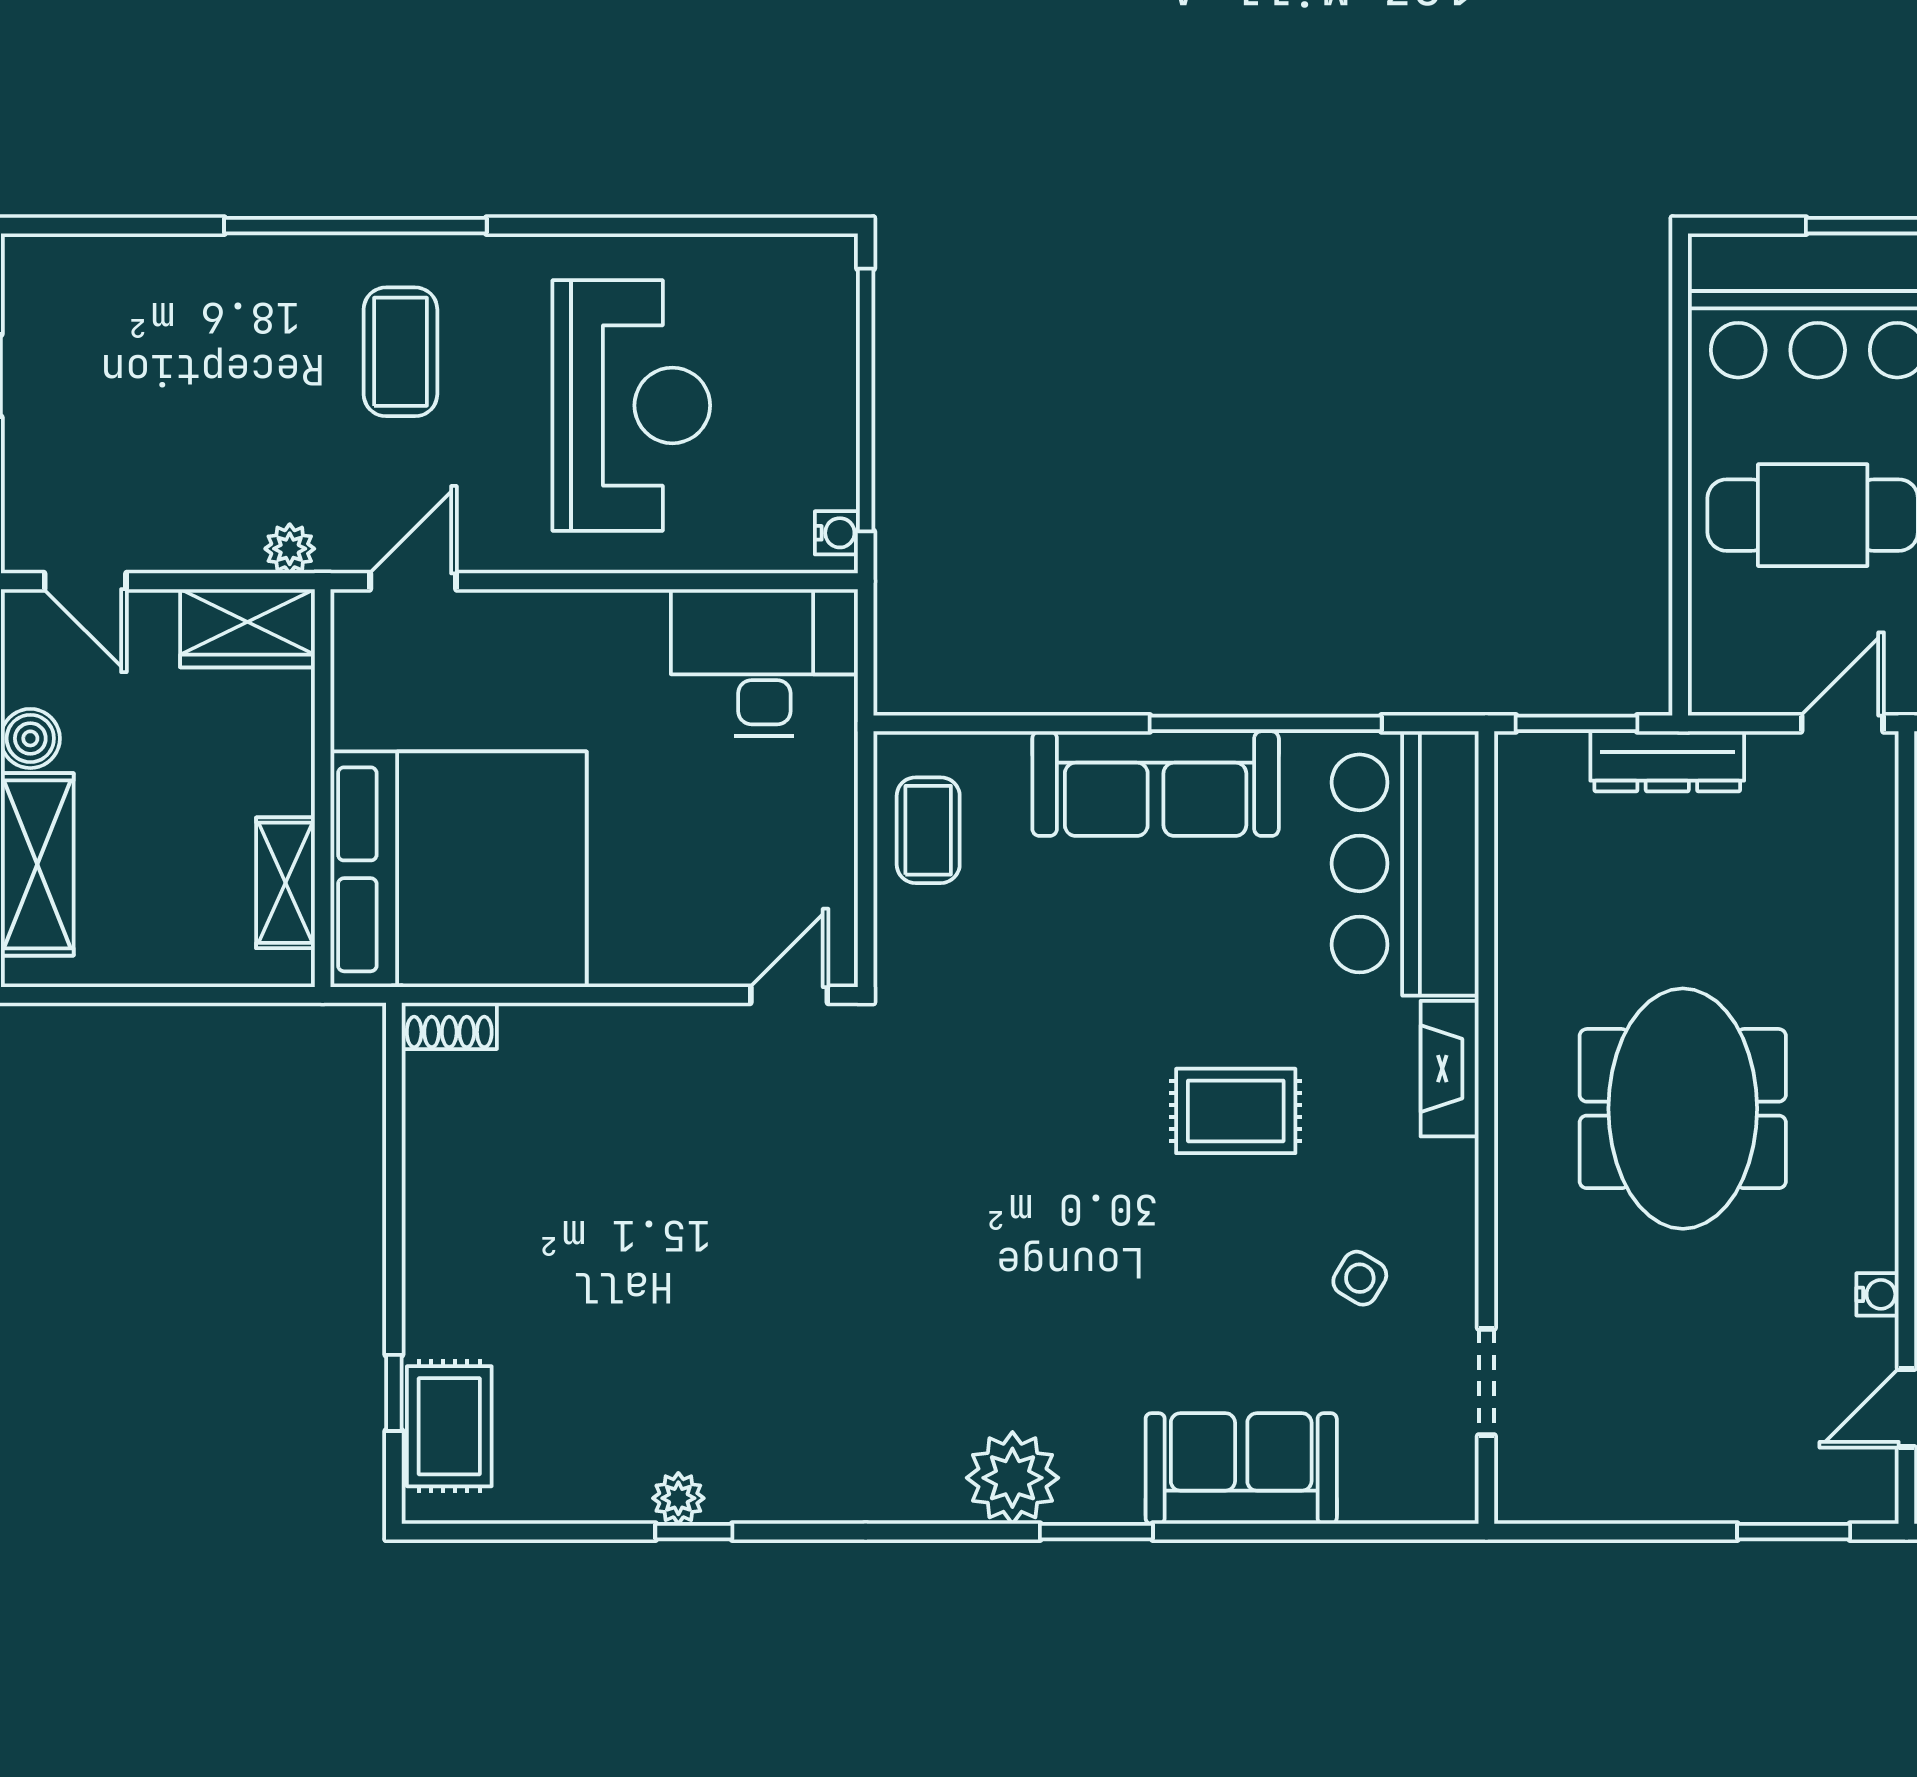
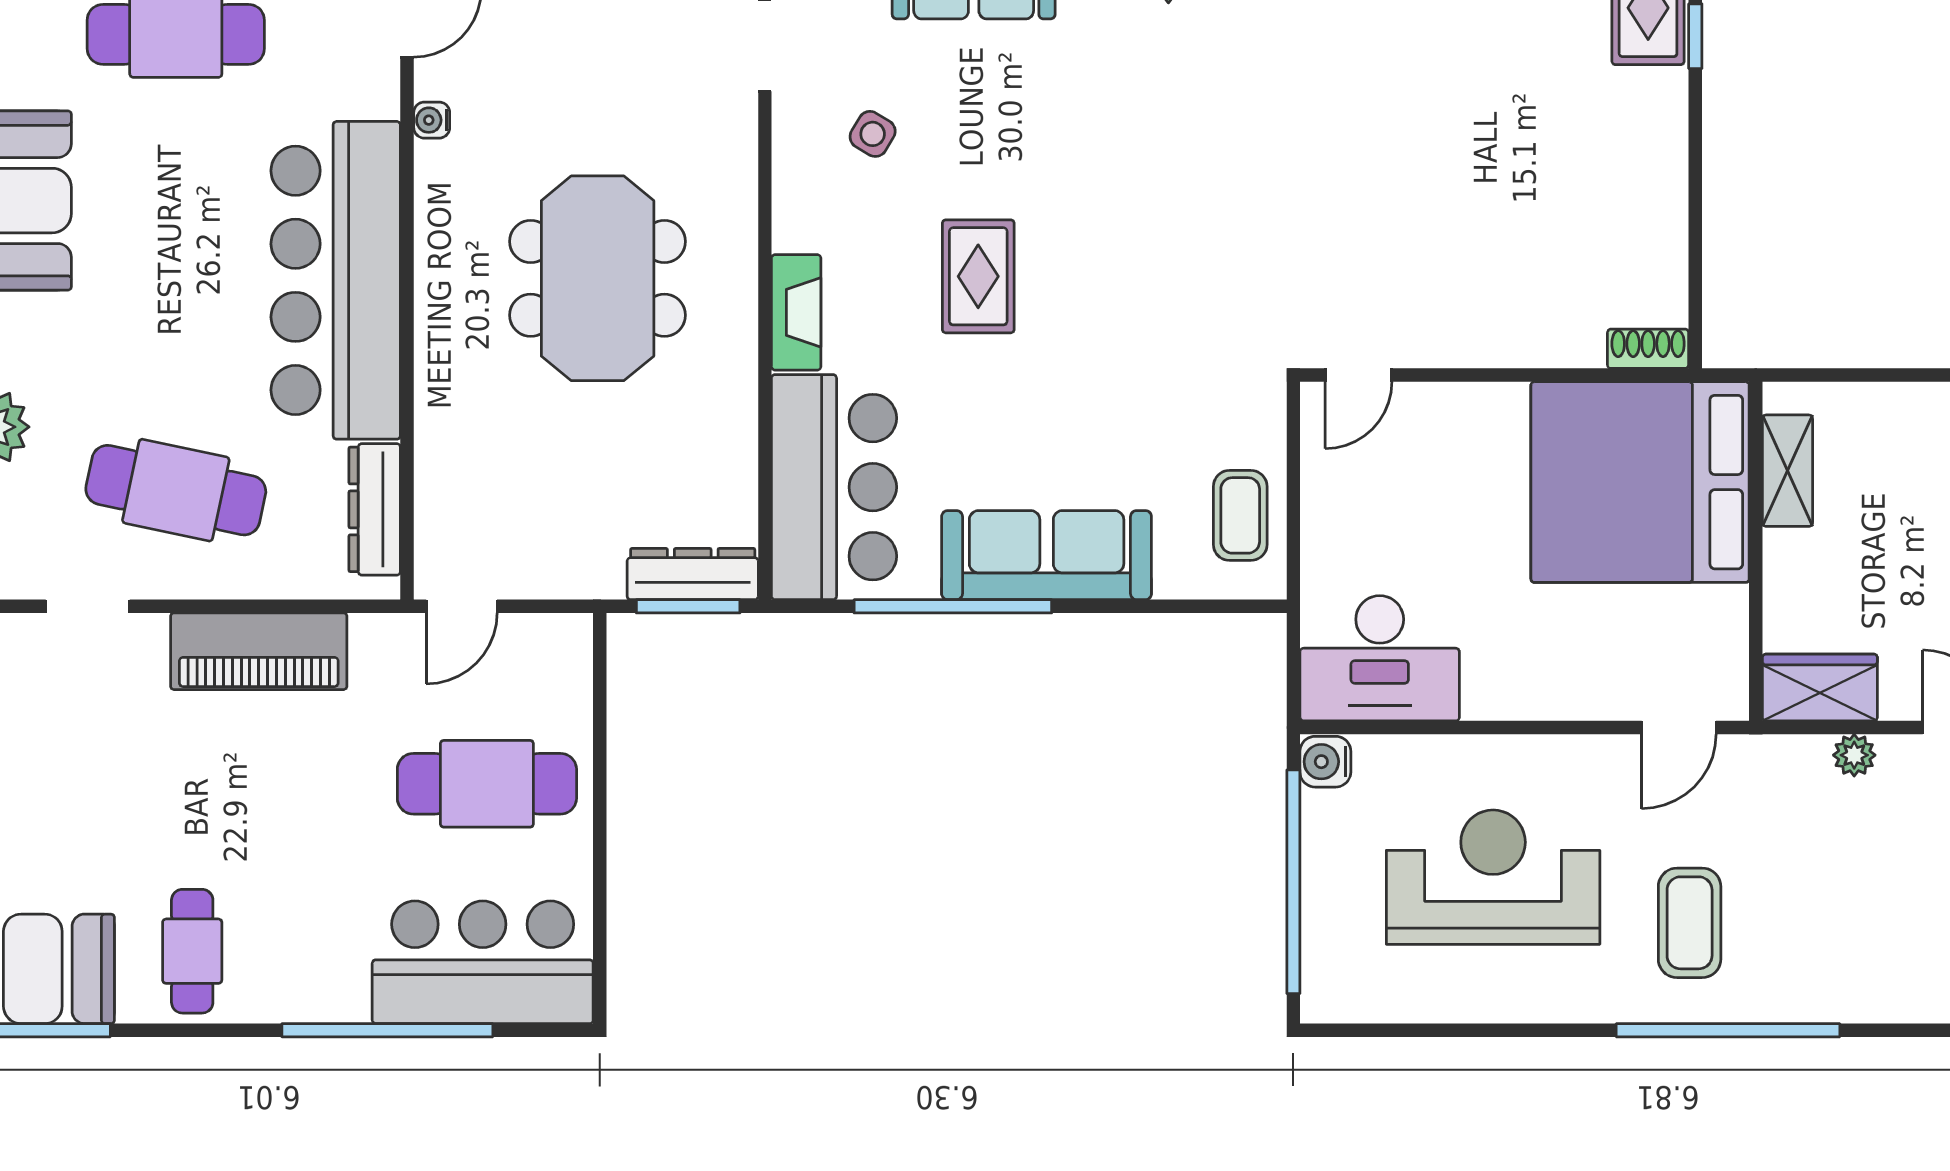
reception desk: (631, 405) -> (1493, 877), turned 90
water cooler: (836, 533) -> (1325, 762), width x1.38, depth x1.38
plant: (290, 549) -> (1854, 755), moved
dresser: (1667, 761) -> (693, 574), moved
rug: (1236, 1111) -> (978, 276), turned 90

